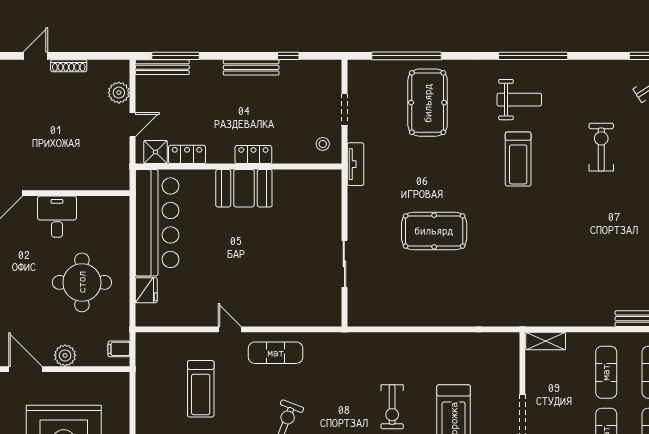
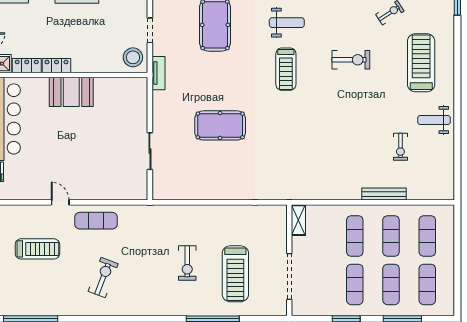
stool: (323, 144) -> (133, 57), width x1.89, depth x1.89
exercise bike: (601, 147) -> (351, 60), turned 90
locker: (253, 155) -> (56, 66), moved
shelving: (546, 341) -> (298, 220), moved, turned 90
treadmill: (201, 389) -> (37, 249), turned -90

